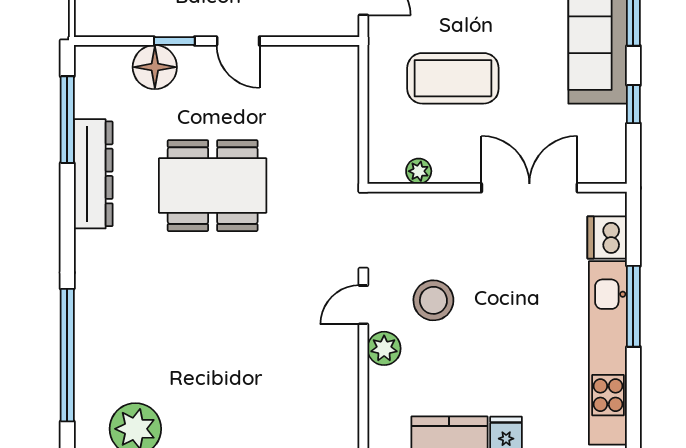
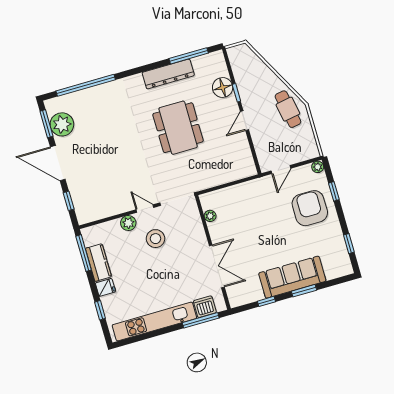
coffee table: (453, 78) -> (255, 219), removed
window: (633, 306) -> (201, 320), moved

